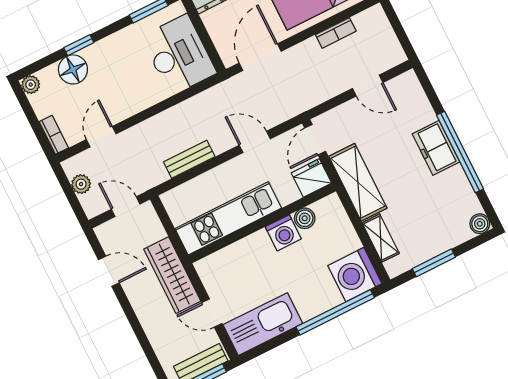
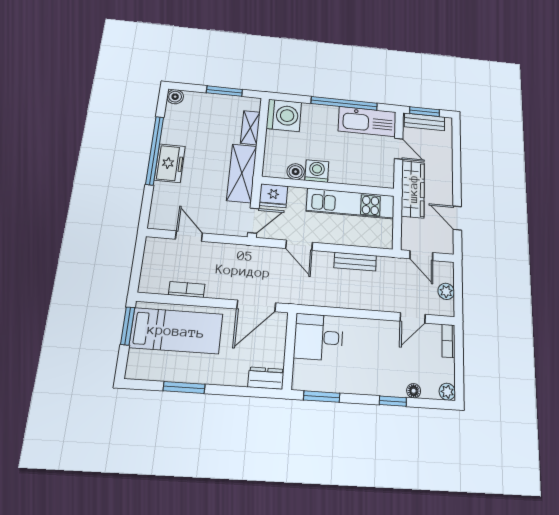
desk: (179, 55) -> (319, 337), width x0.73
floor lamp: (73, 69) -> (414, 391), width x0.53, depth x0.53
window: (335, 312) -> (344, 103), moved

